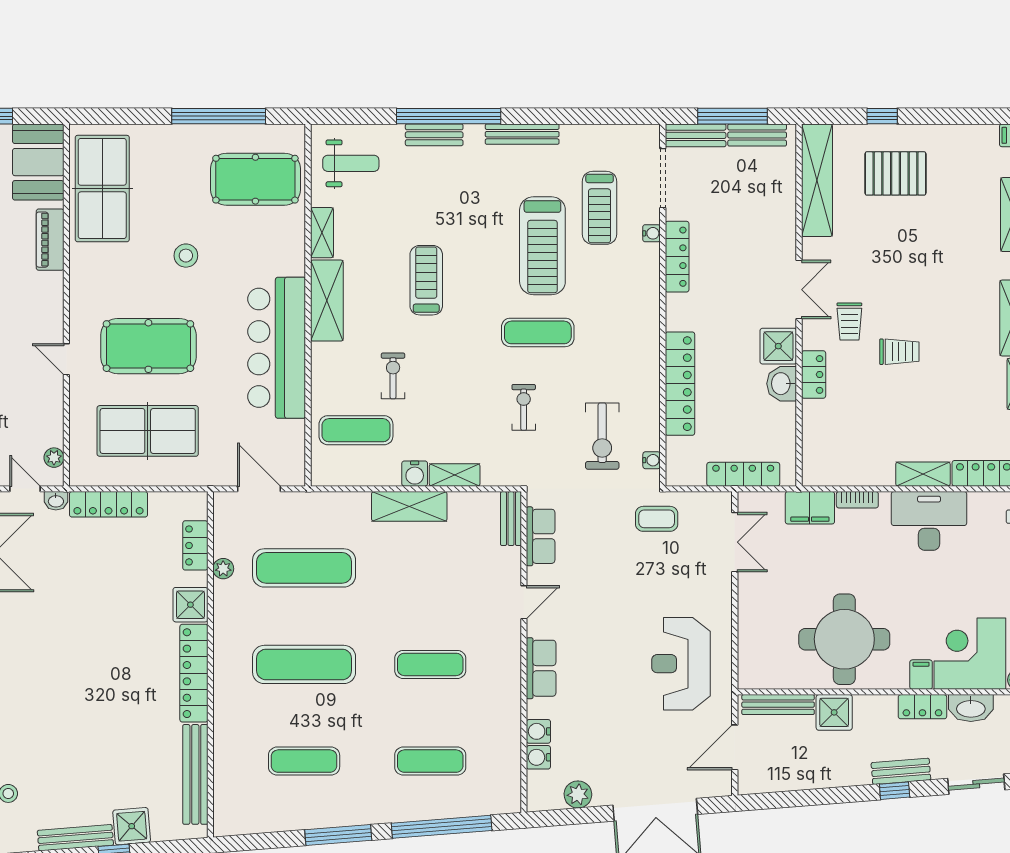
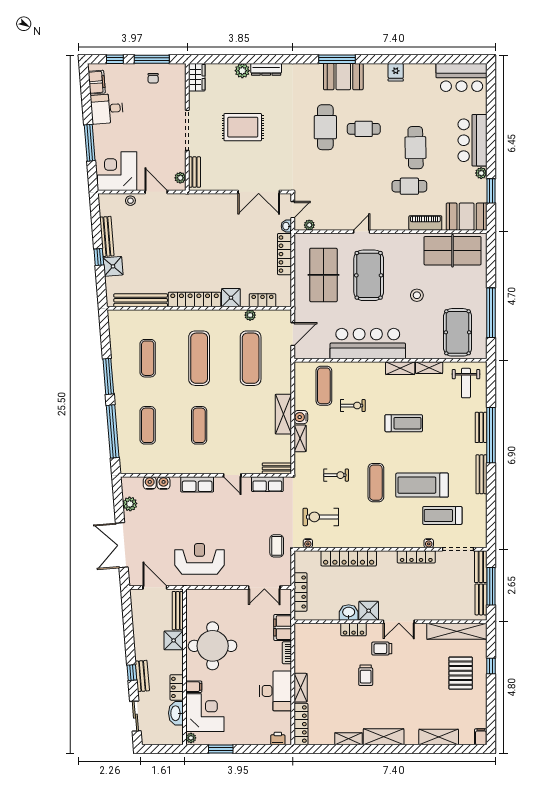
shelving: (327, 301) -> (400, 368), width x0.67, depth x0.75

